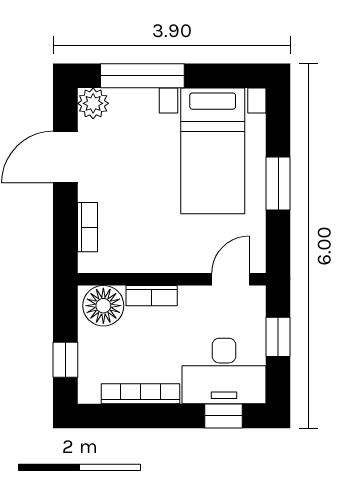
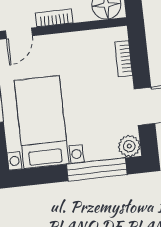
bookcase: (152, 296) -> (54, 18), moved

